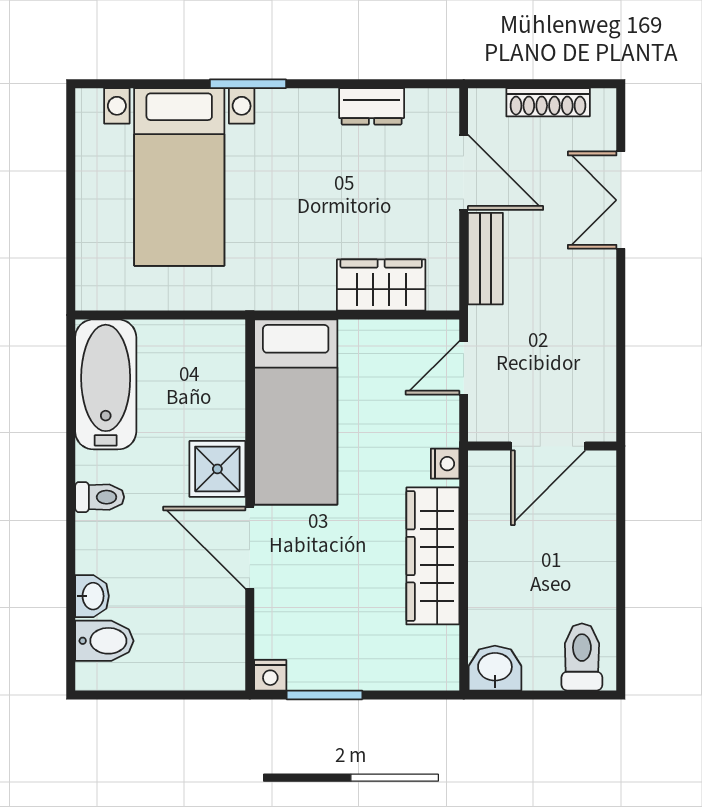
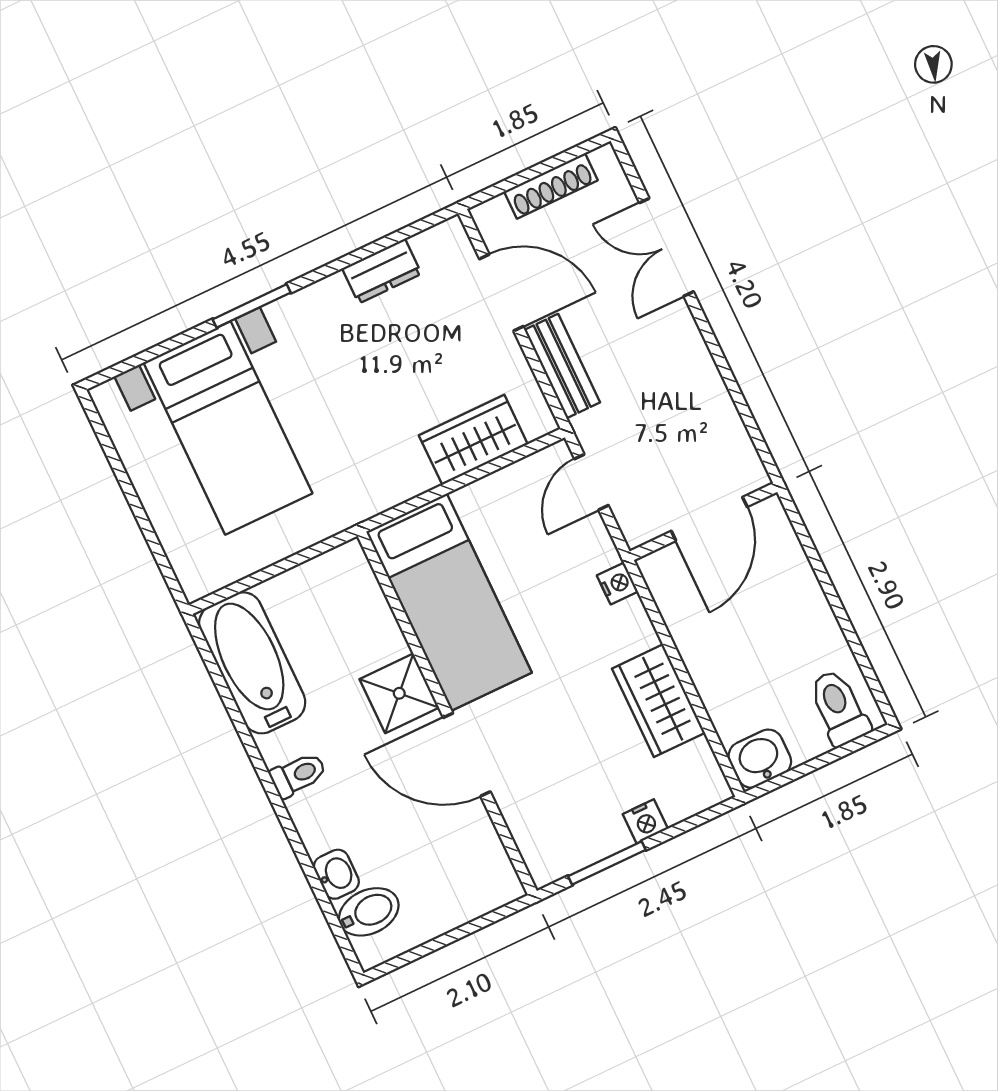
wardrobe: (433, 556) -> (659, 701), width x0.67
nightstand: (270, 675) -> (645, 821), moved

